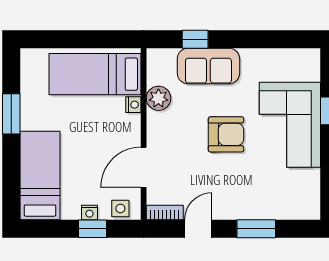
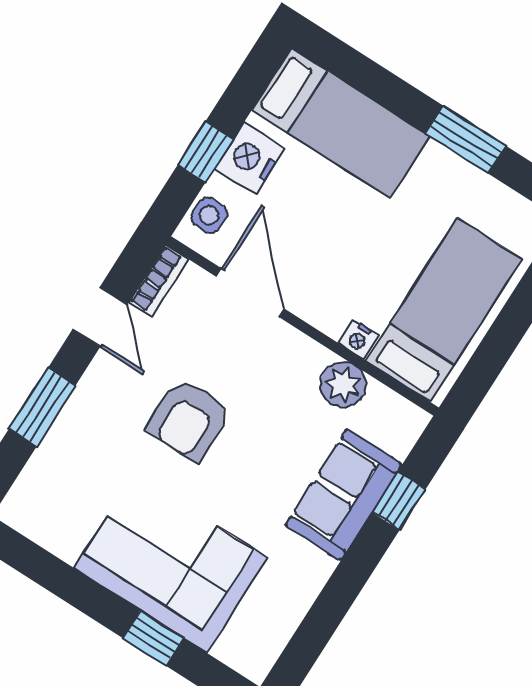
armchair: (226, 134) -> (189, 420), moved
nightstand: (89, 212) -> (250, 158), width x1.89, depth x1.79

